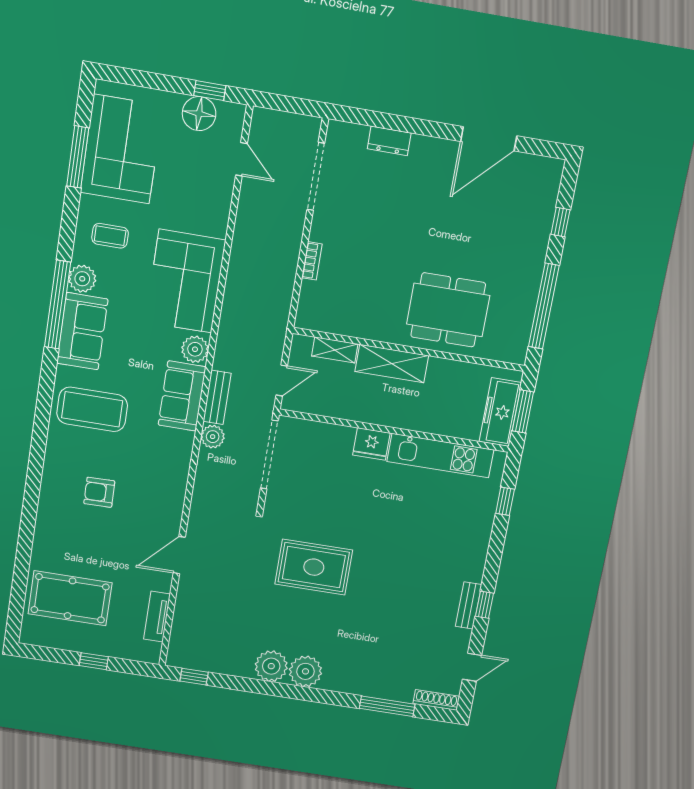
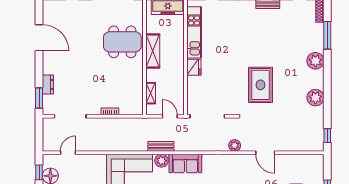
window: (365, 117) -> (39, 98), added
dining table: (448, 310) -> (122, 42), turned 90
shelving: (392, 364) -> (153, 51), moved
bench: (217, 397) -> (161, 146), moved
plant: (213, 437) -> (235, 145), moved
tv unit: (157, 617) -> (299, 159), removed
plant: (305, 671) -> (315, 61), moved

